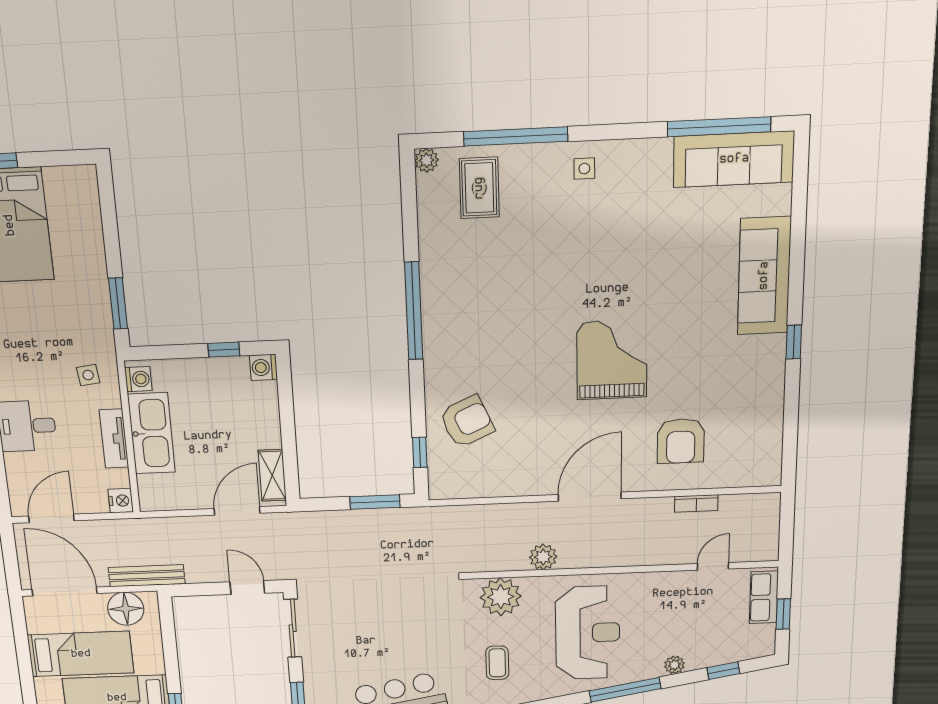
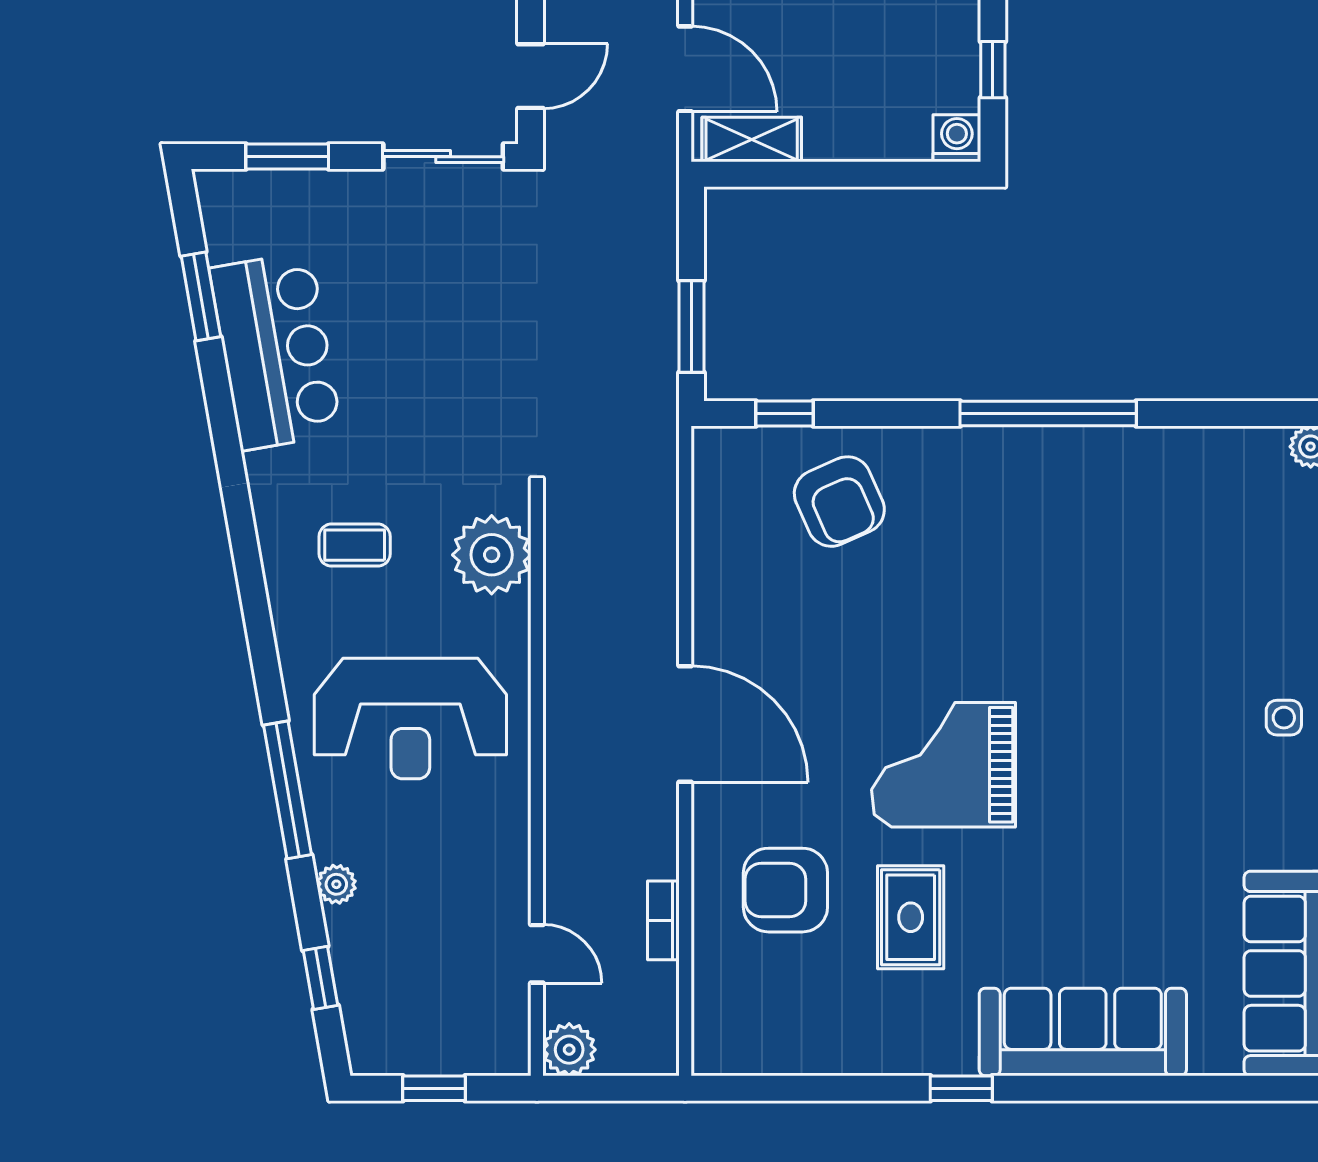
rug: (479, 188) -> (911, 917), moved, turned 90
grand piano: (612, 360) -> (944, 765), turned 180
plant: (543, 557) -> (569, 1050), moved
row of seats: (764, 597) -> (470, 1050), removed

